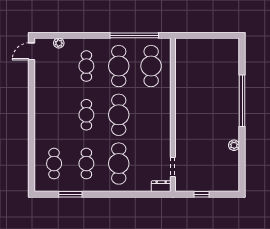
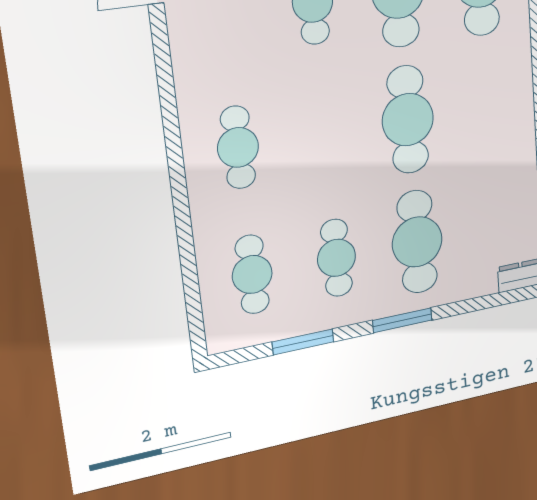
cafe table: (86, 115) -> (238, 147), moved
window: (110, 194) -> (402, 320), added

